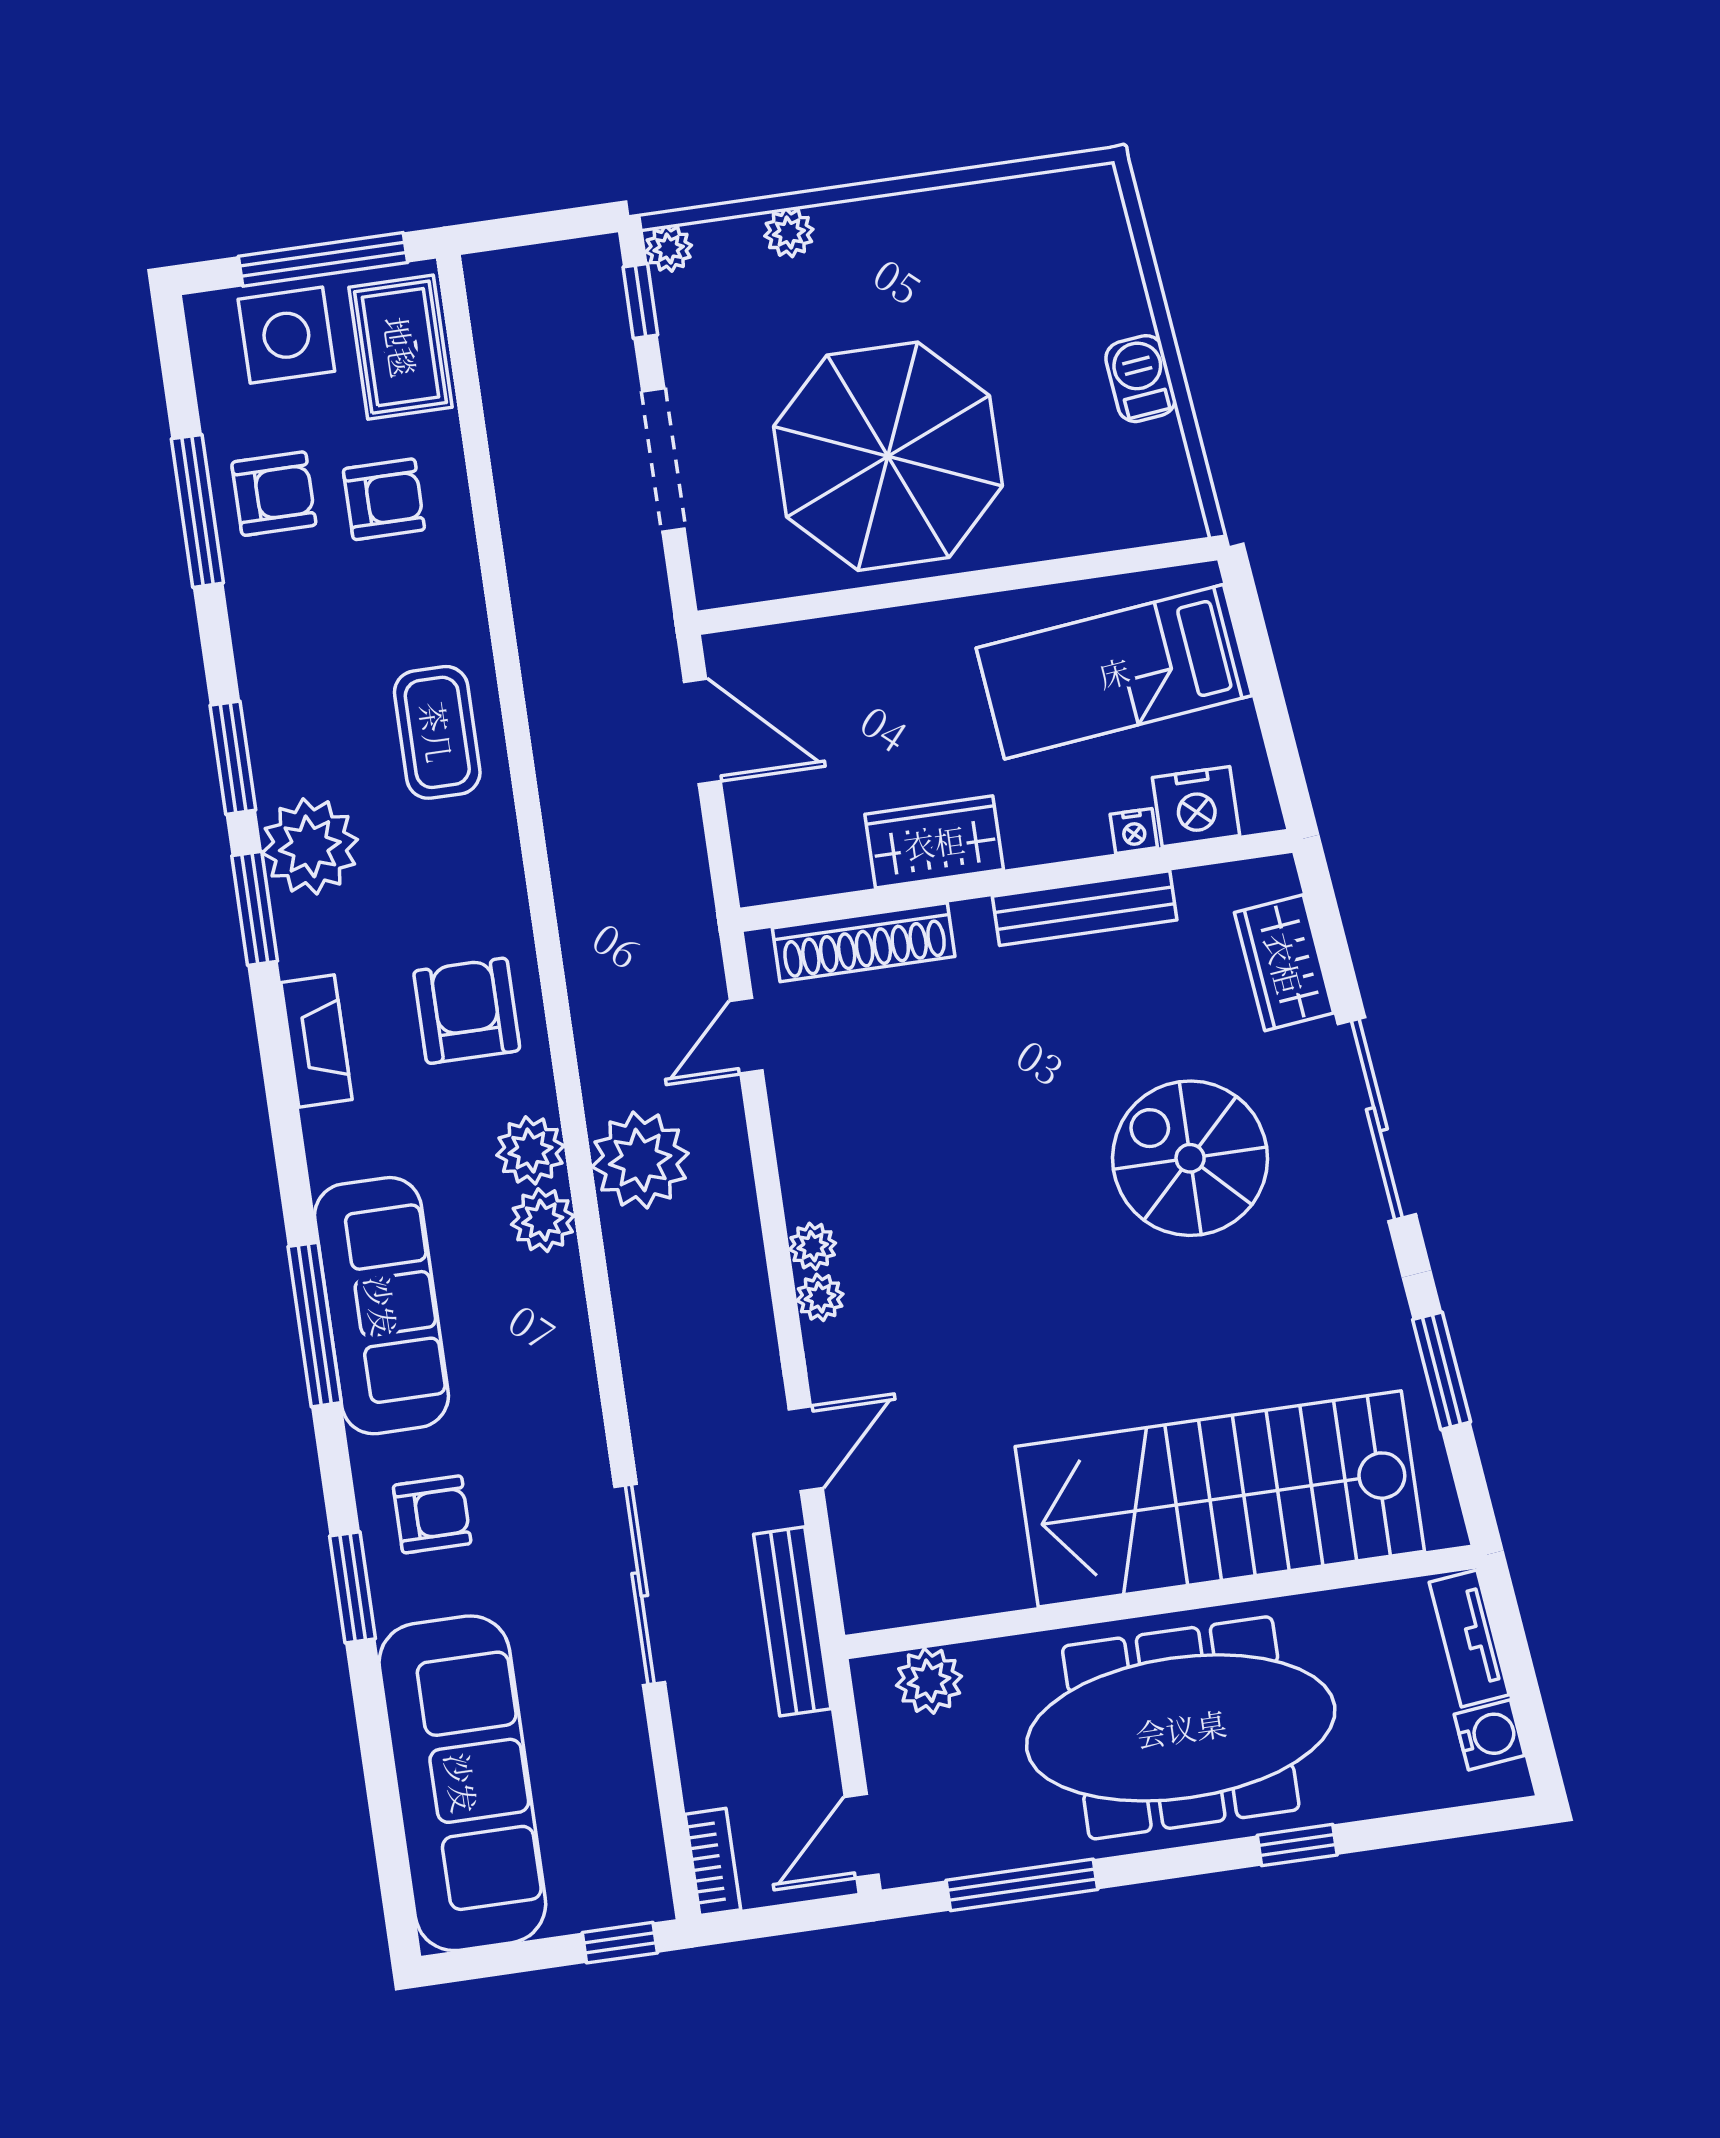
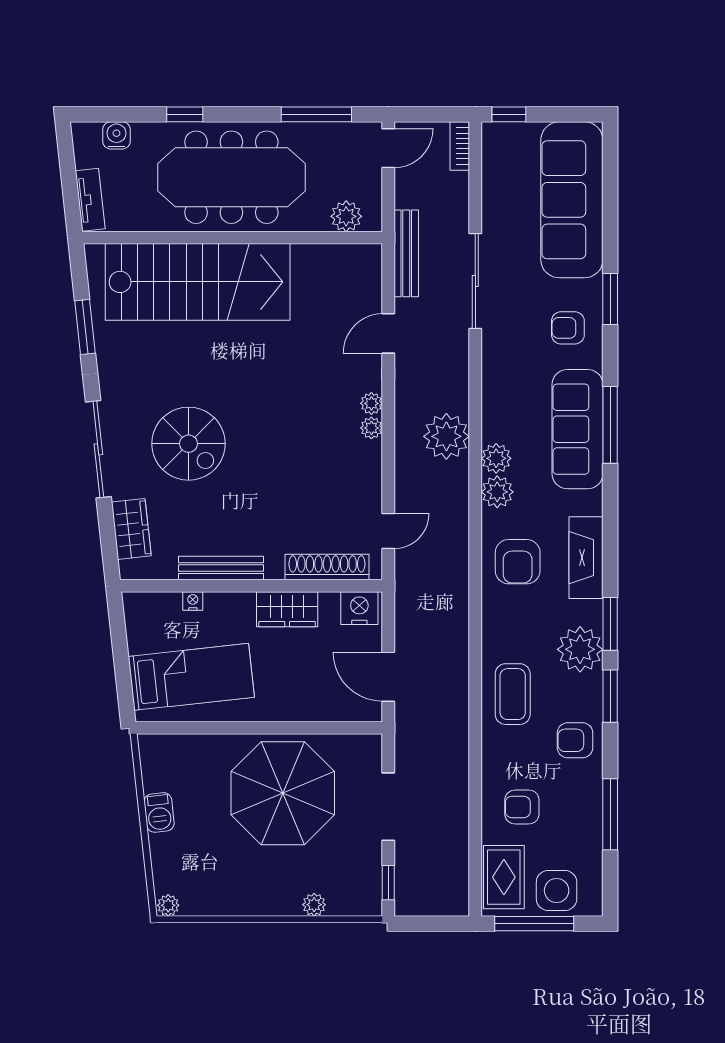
plant: (669, 248) -> (168, 905), moved
armchair: (274, 494) -> (575, 740), moved
nightstand: (1196, 807) -> (359, 608), moved
fireplace: (316, 1041) -> (586, 558), width x1.37, depth x1.32
plant: (640, 1160) -> (446, 436), moved
water cooler: (1489, 1735) -> (116, 135), moved, turned 96

